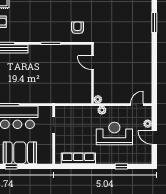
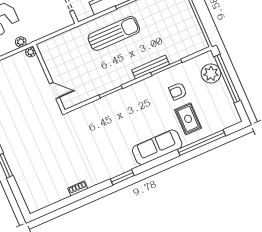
armchair: (77, 28) -> (88, 122), removed
sun lounger: (29, 86) -> (114, 33), added

